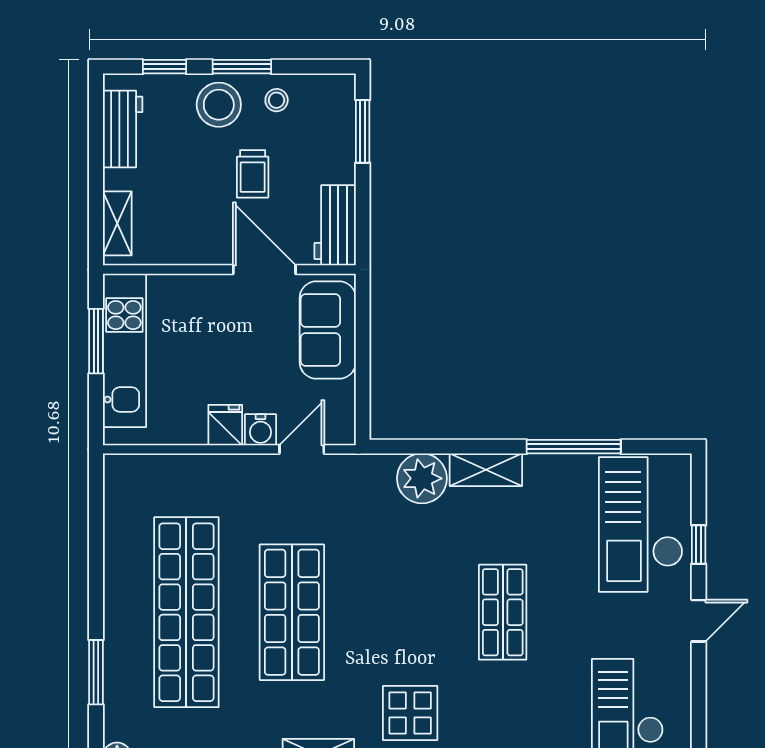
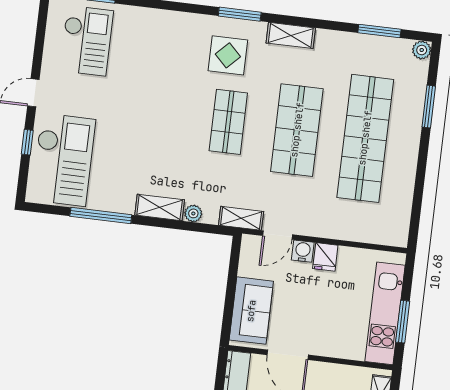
shelving: (360, 468) -> (241, 218), added
plant: (422, 478) -> (193, 213), width x0.53, depth x0.53
shop shelf: (503, 612) -> (228, 122), moved

